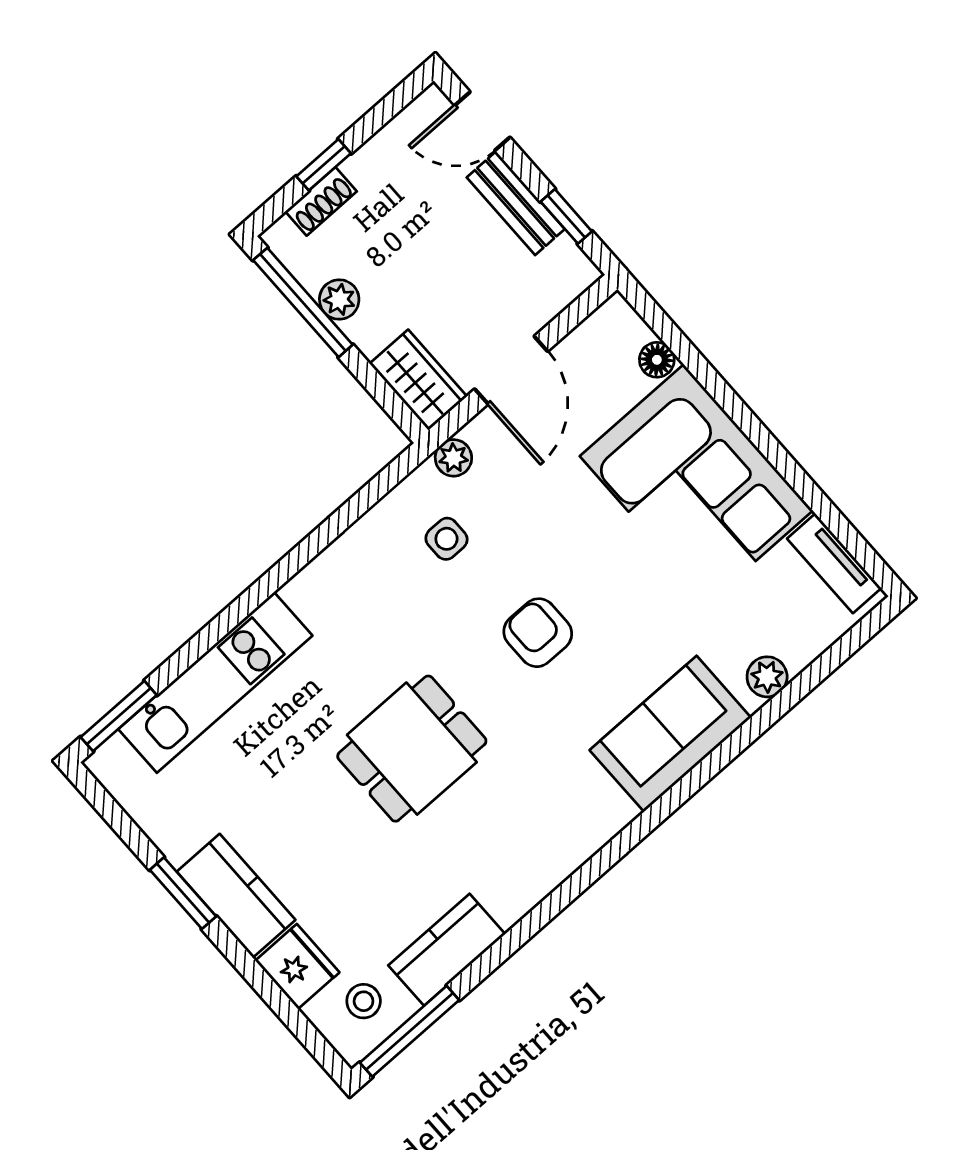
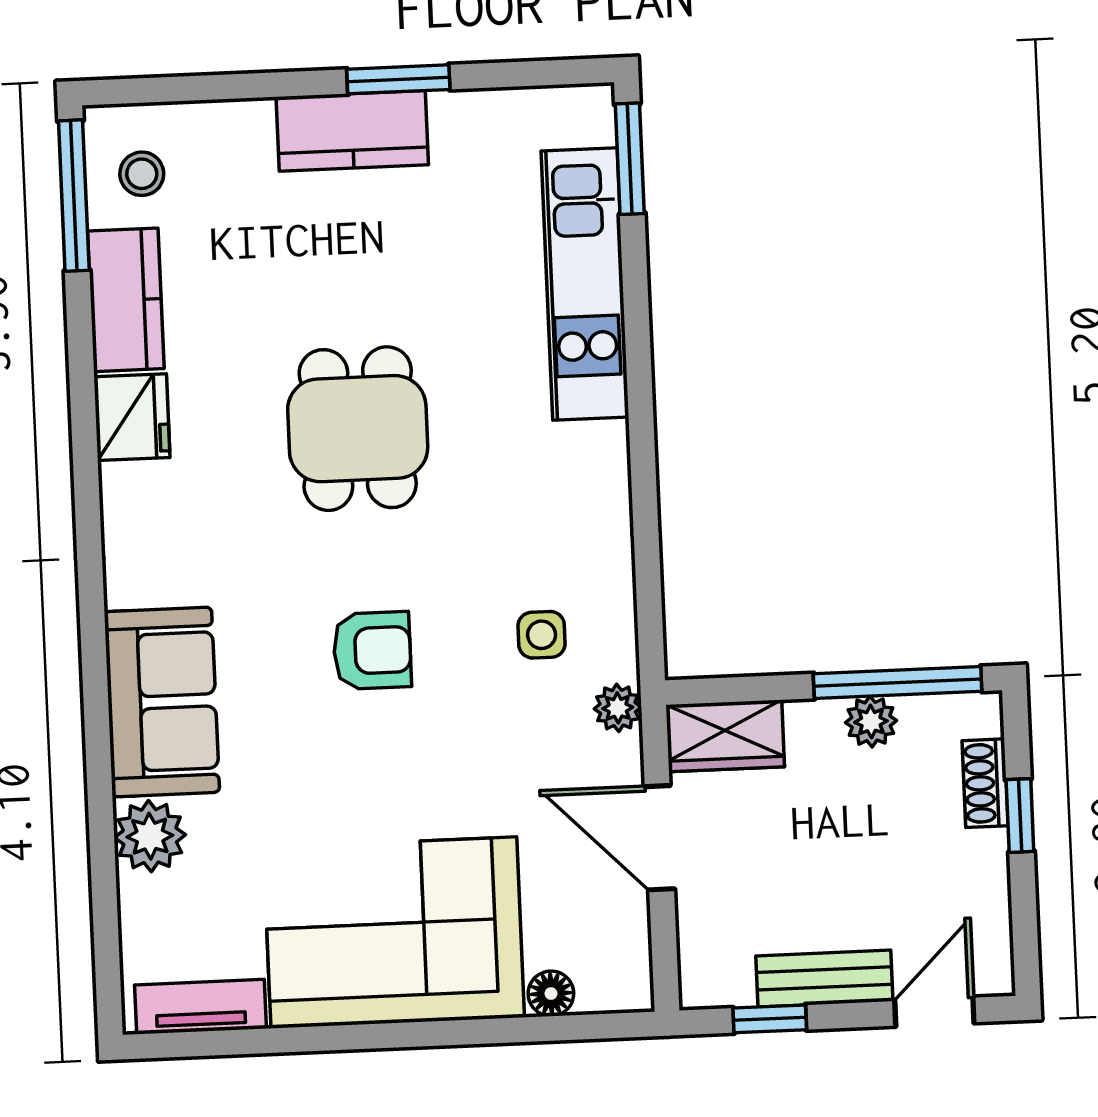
plant: (767, 677) -> (150, 836), width x1.38, depth x1.38
fridge: (297, 966) -> (132, 417), moved, turned -90

